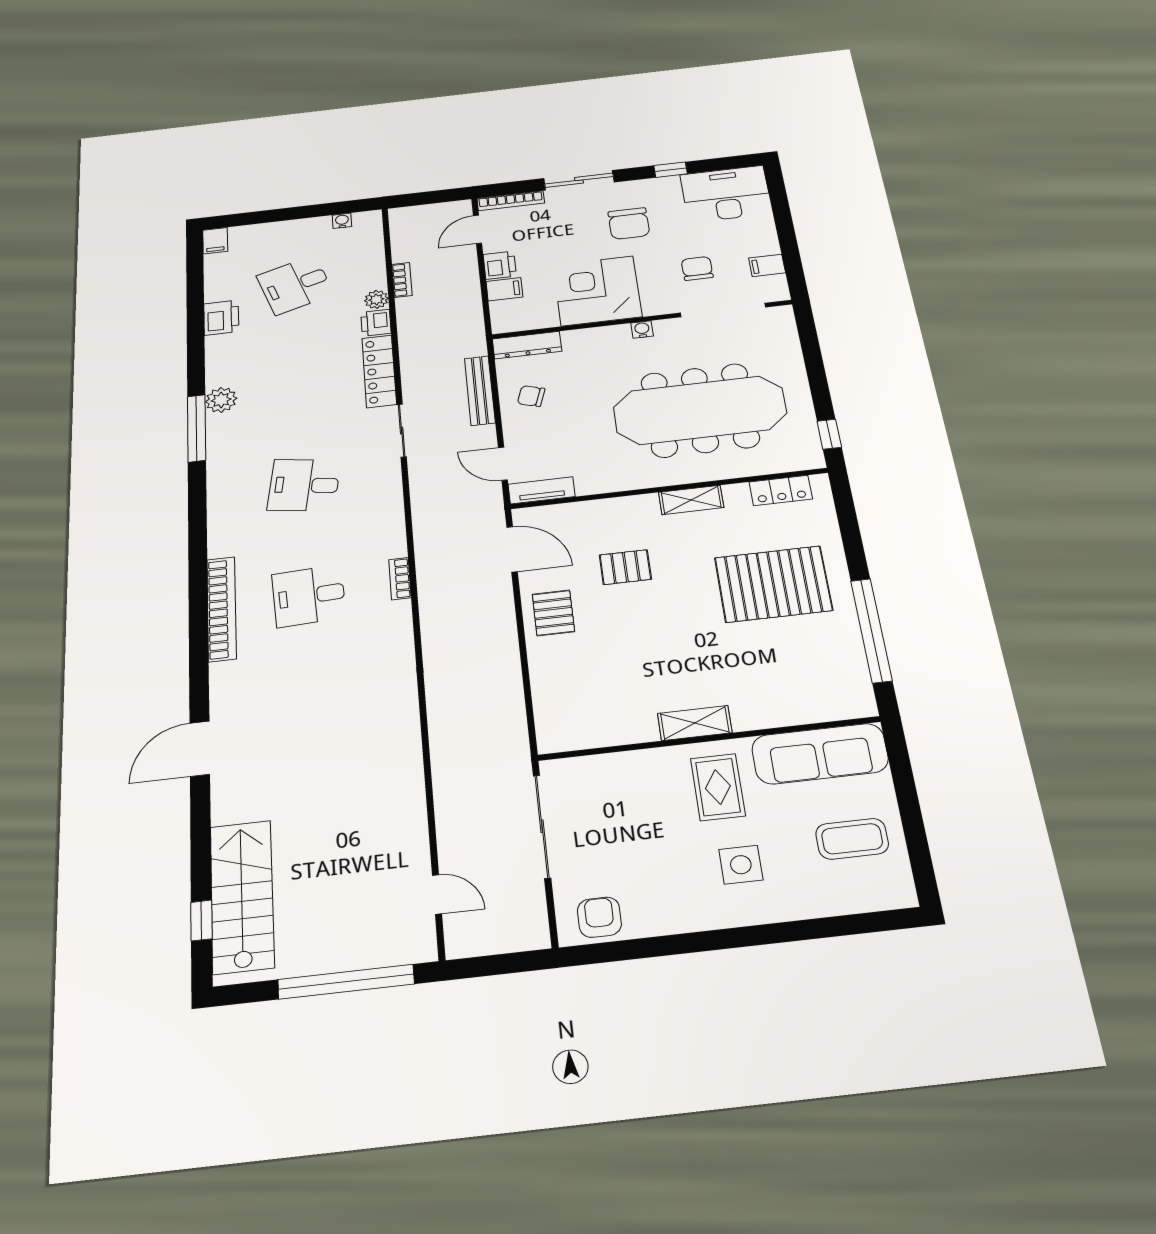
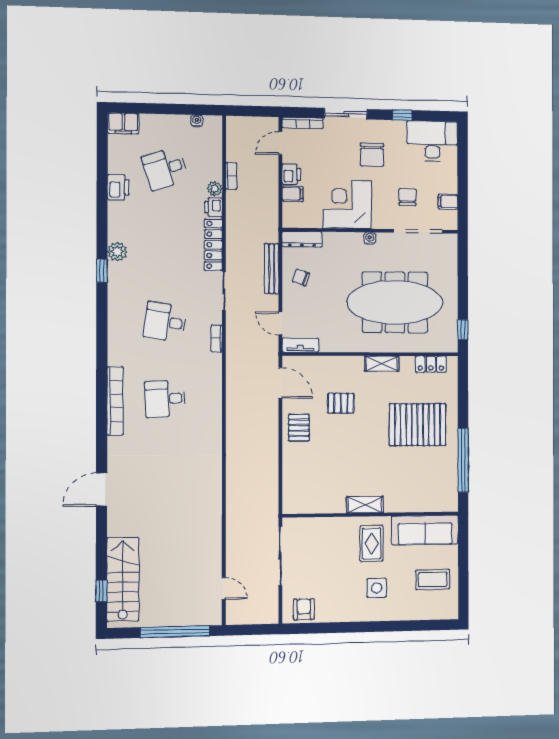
filing cabinet: (215, 241) -> (123, 123), width x2.00
window: (197, 428) -> (102, 271), width x0.46
bookcase: (400, 579) -> (217, 339), moved

